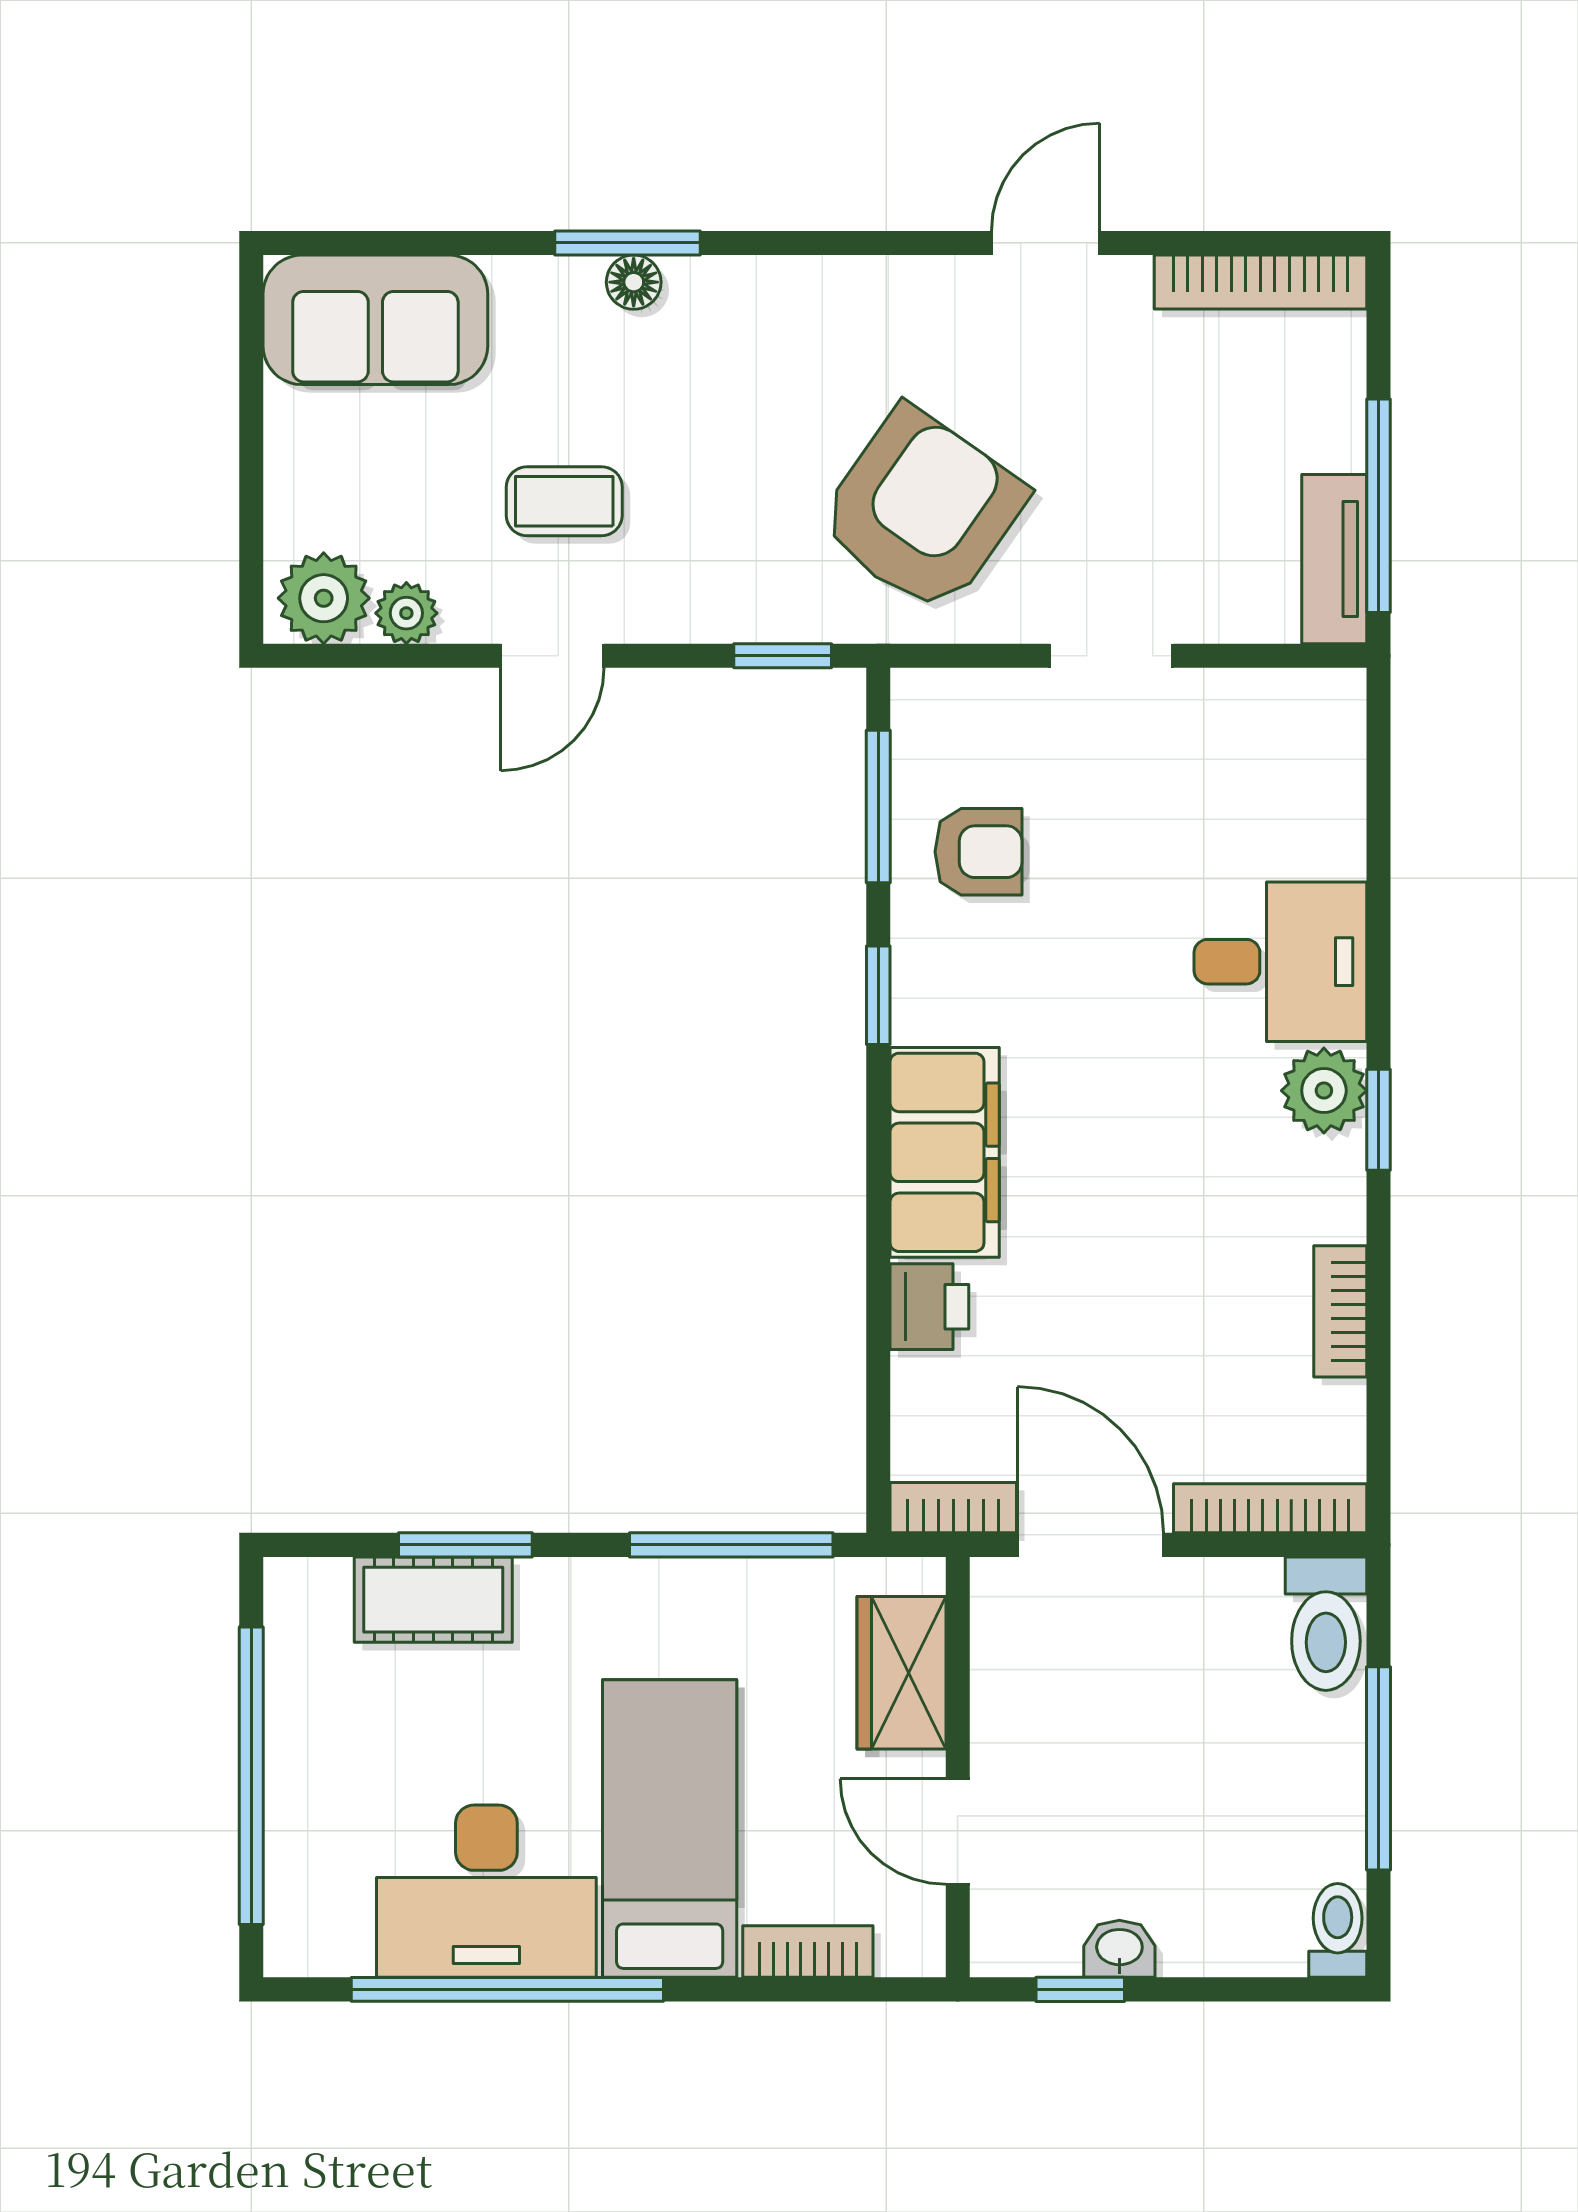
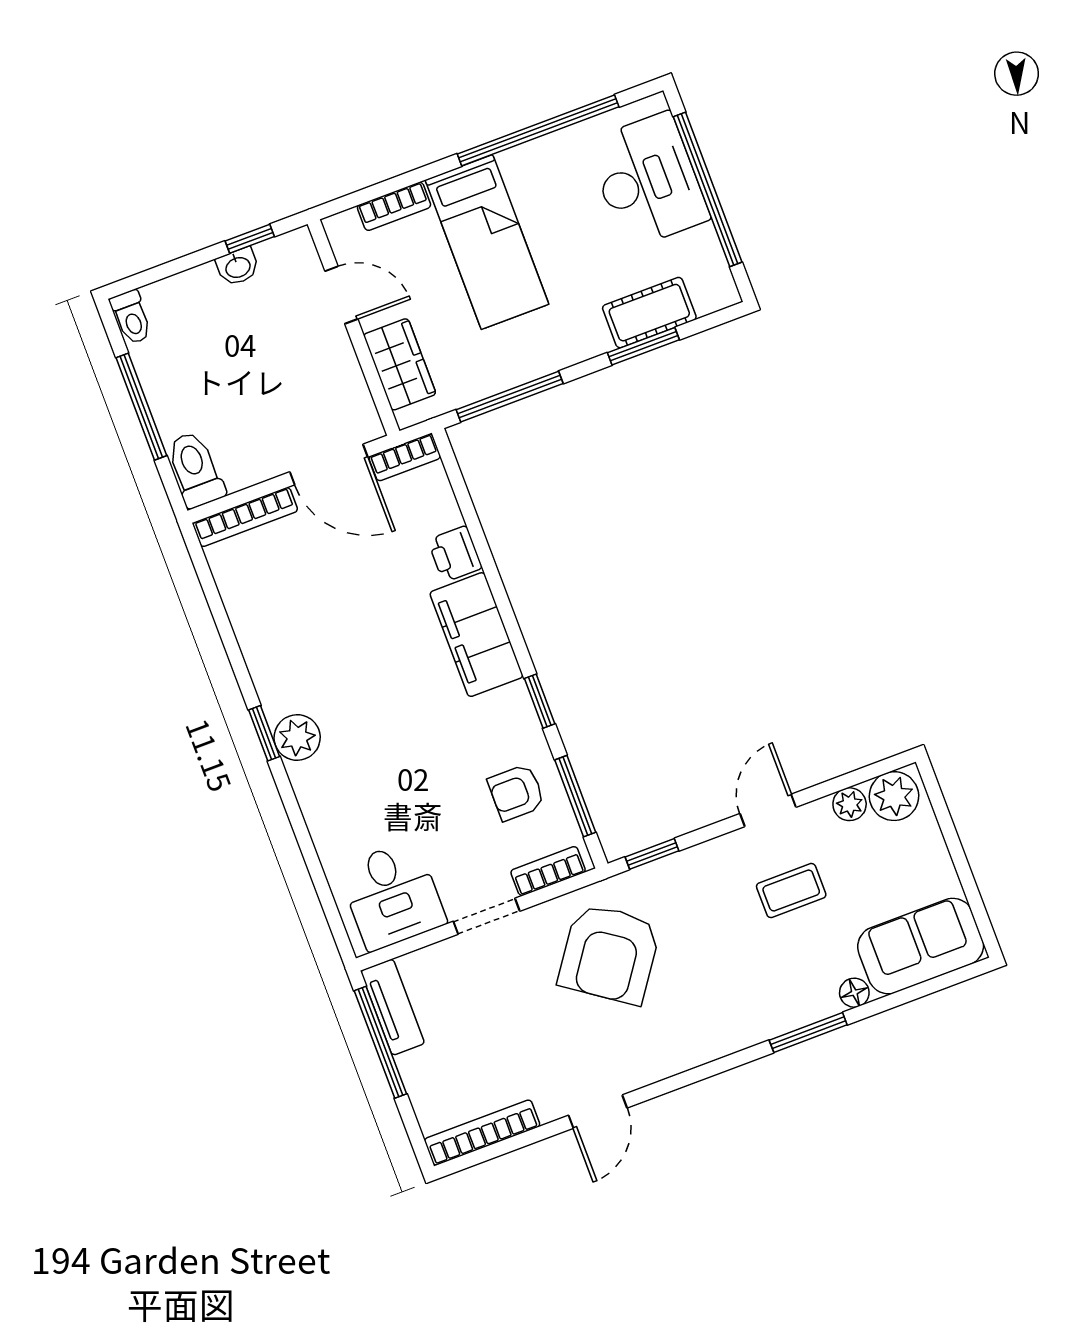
floor lamp: (634, 282) -> (854, 993), moved
desk: (1280, 962) -> (392, 895), moved, turned -90
bookcase: (1340, 1311) -> (548, 871), moved, turned -90
desk: (486, 1891) -> (648, 180), moved, turned 90

